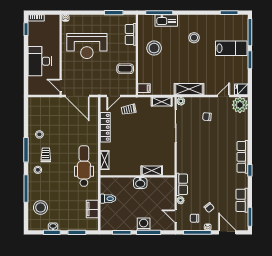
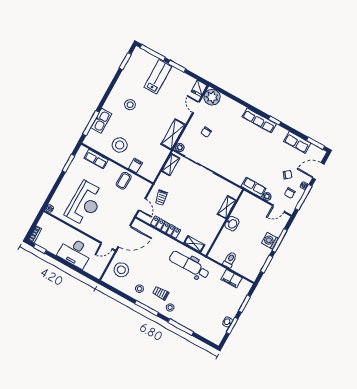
filing cabinet: (144, 88) -> (135, 166), moved
stool: (41, 207) -> (121, 270), moved

